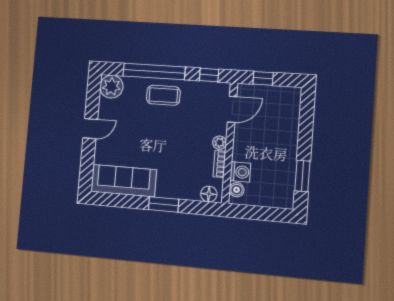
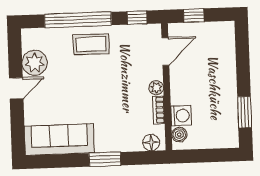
plant: (111, 87) -> (35, 63), moved

